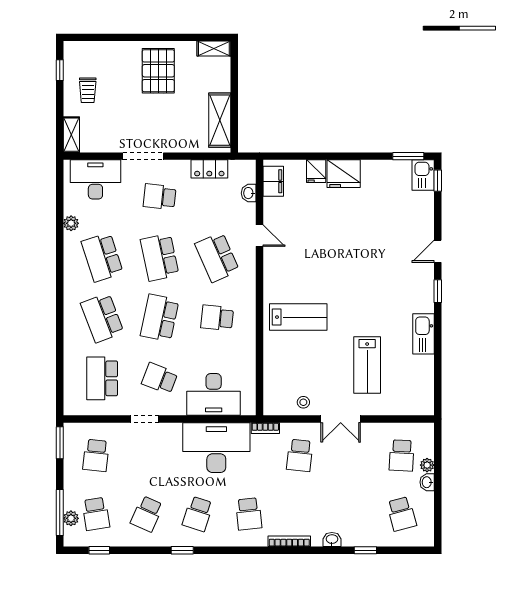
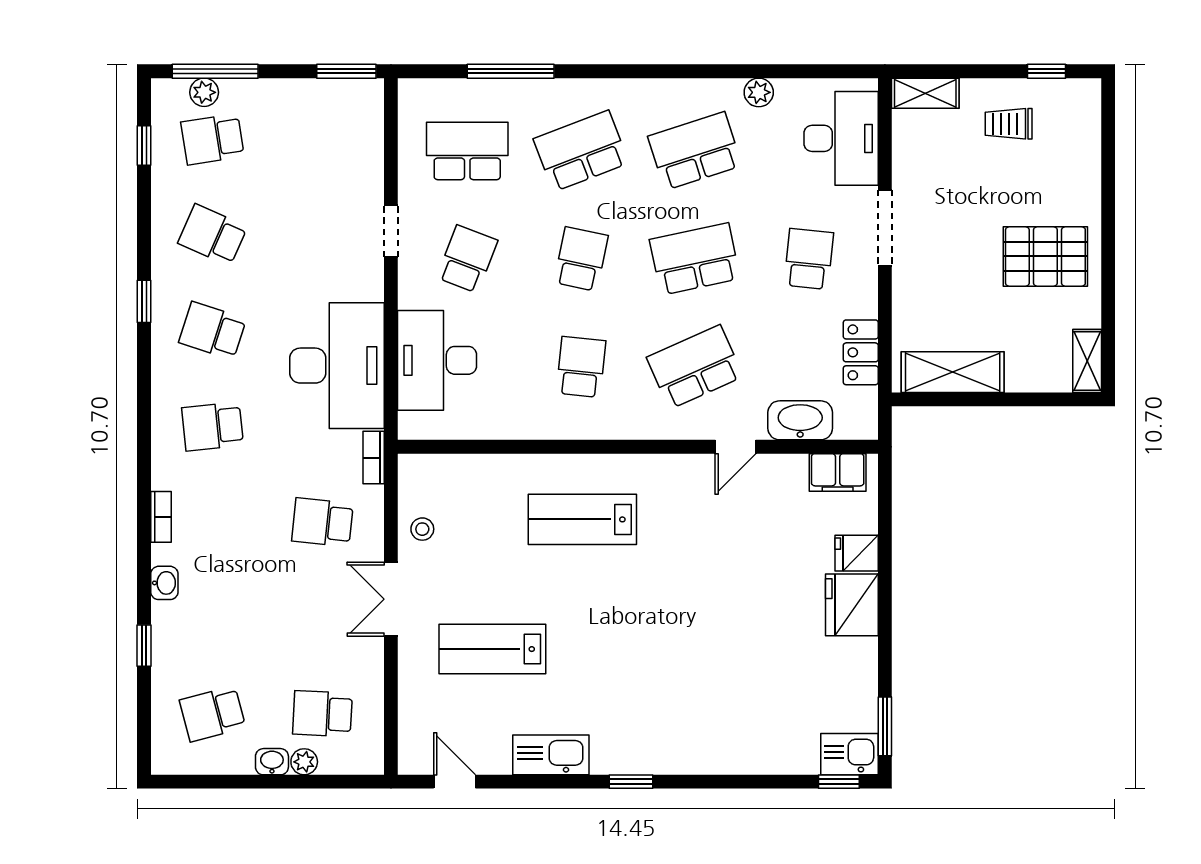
washbasin: (249, 193) -> (800, 420), width x1.91, depth x1.45
door: (438, 251) -> (455, 782), moved
lab bench: (298, 317) -> (582, 519), turned 90
school desk: (160, 318) -> (581, 259), width x0.54
window: (60, 355) -> (511, 71), added
school desk: (96, 455) -> (322, 139), removed
bookcase: (289, 541) -> (161, 517), width x0.64

